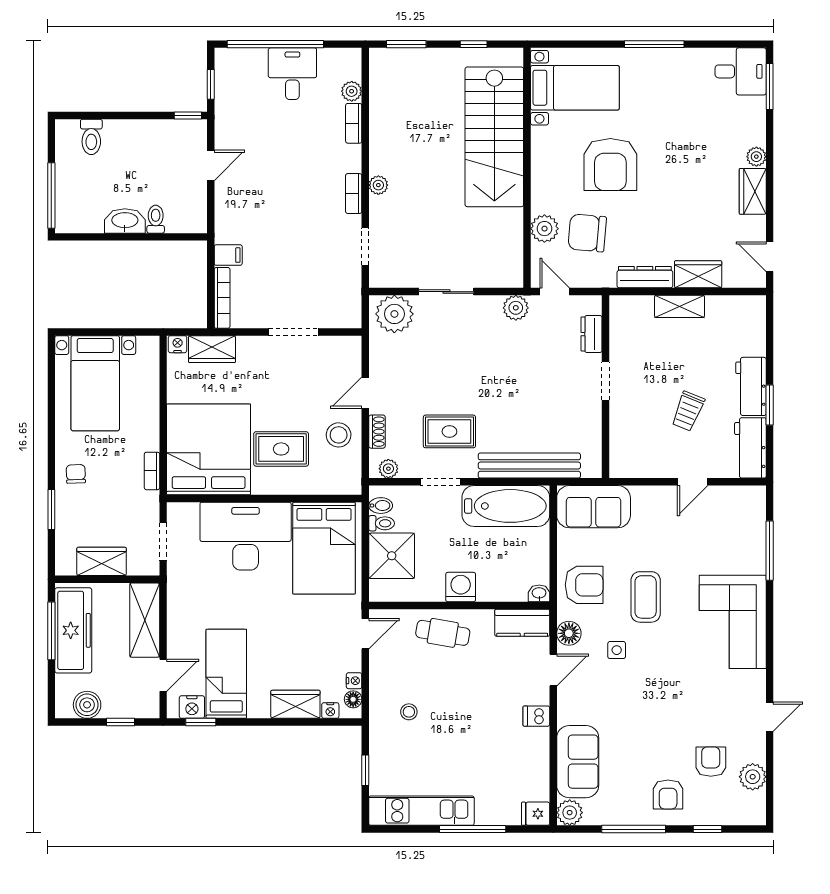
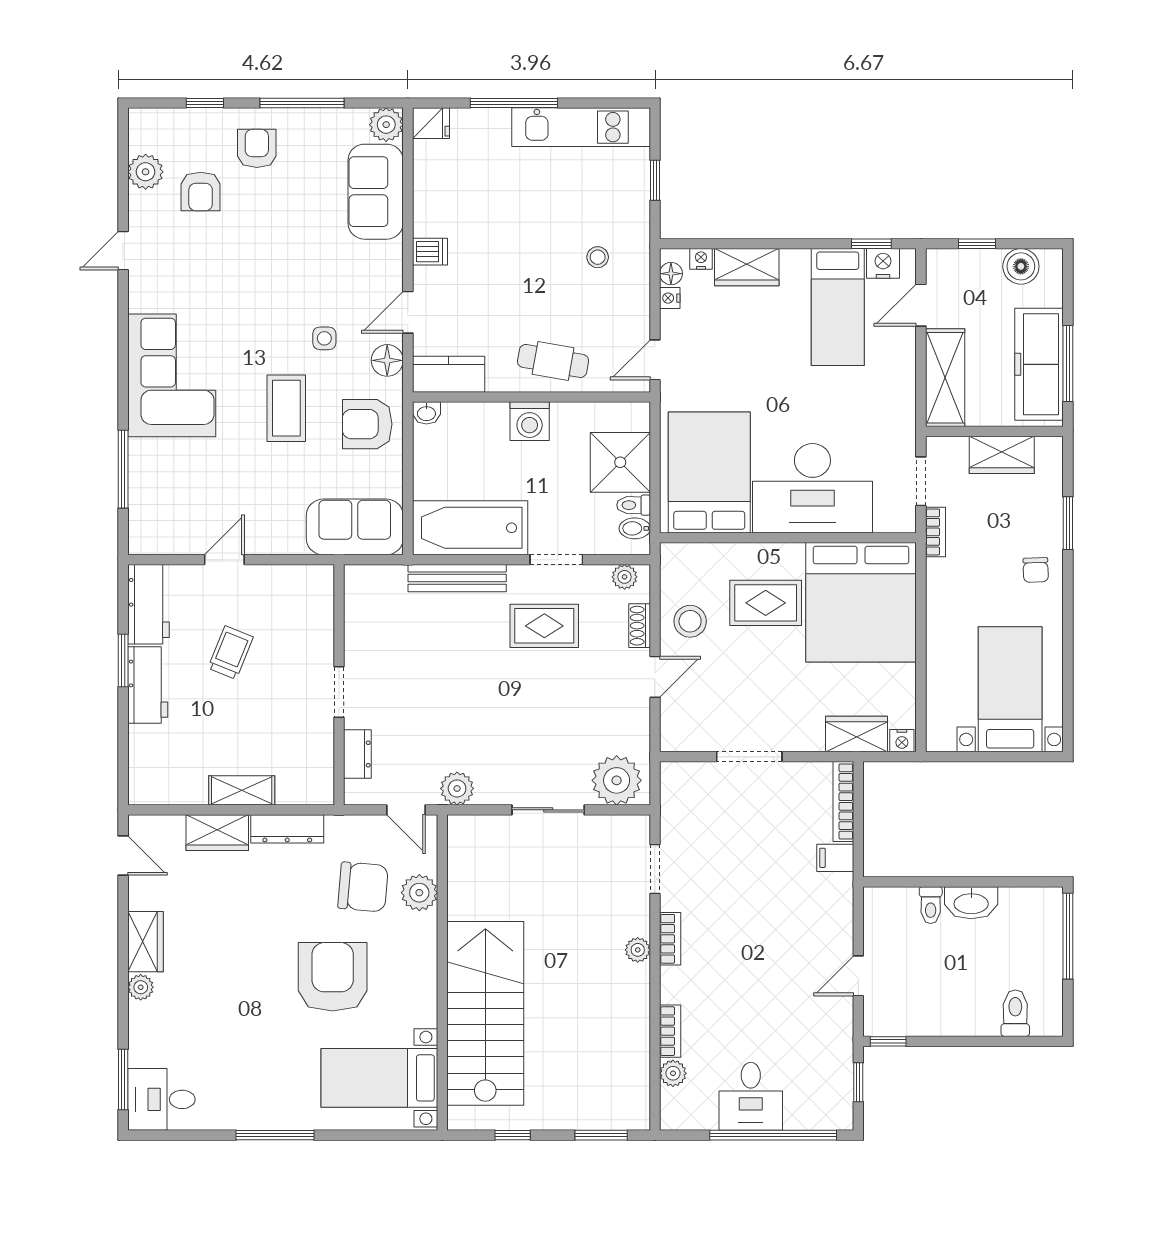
bench: (529, 466) -> (457, 578), width x0.73, depth x0.82
bookcase: (152, 471) -> (935, 532), moved

